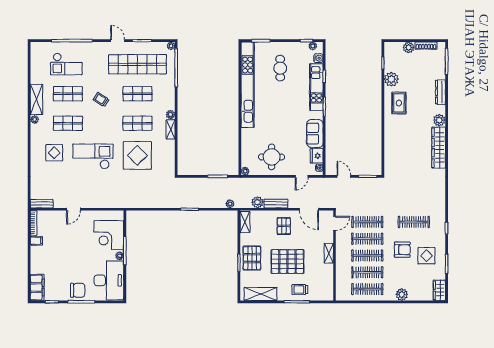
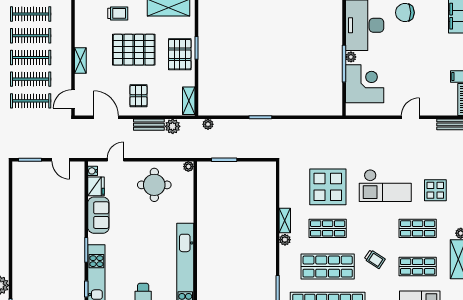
shop shelf: (137, 94) -> (328, 267), width x1.43, depth x1.36

